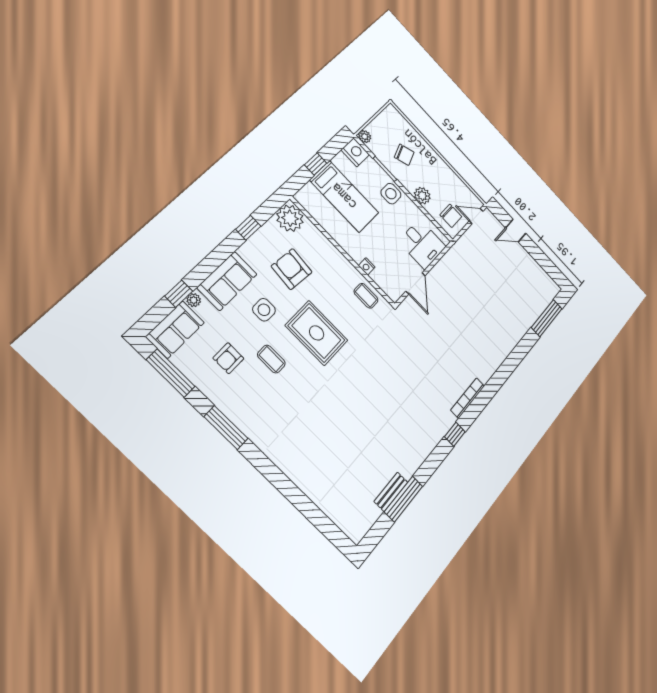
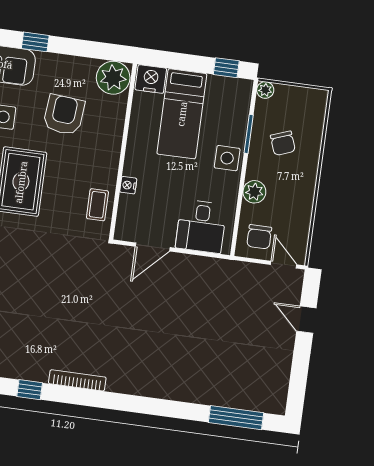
nightstand: (355, 152) -> (151, 79), moved, turned -90
window: (316, 164) -> (226, 68), moved
window: (248, 228) -> (35, 42), moved

